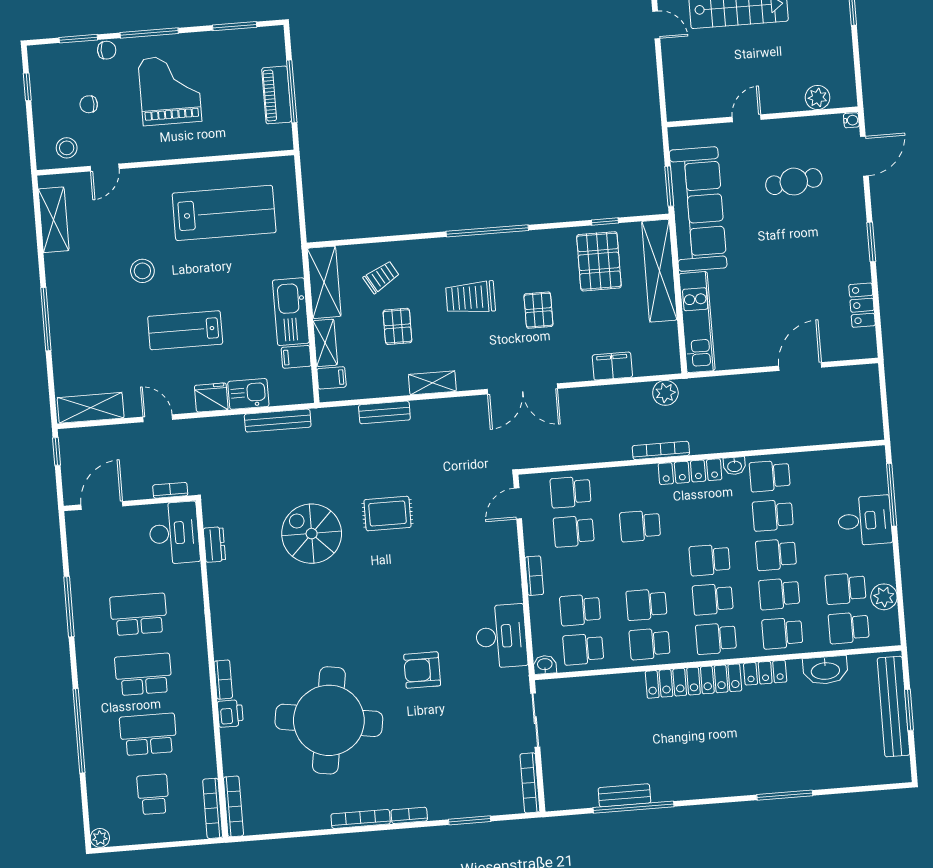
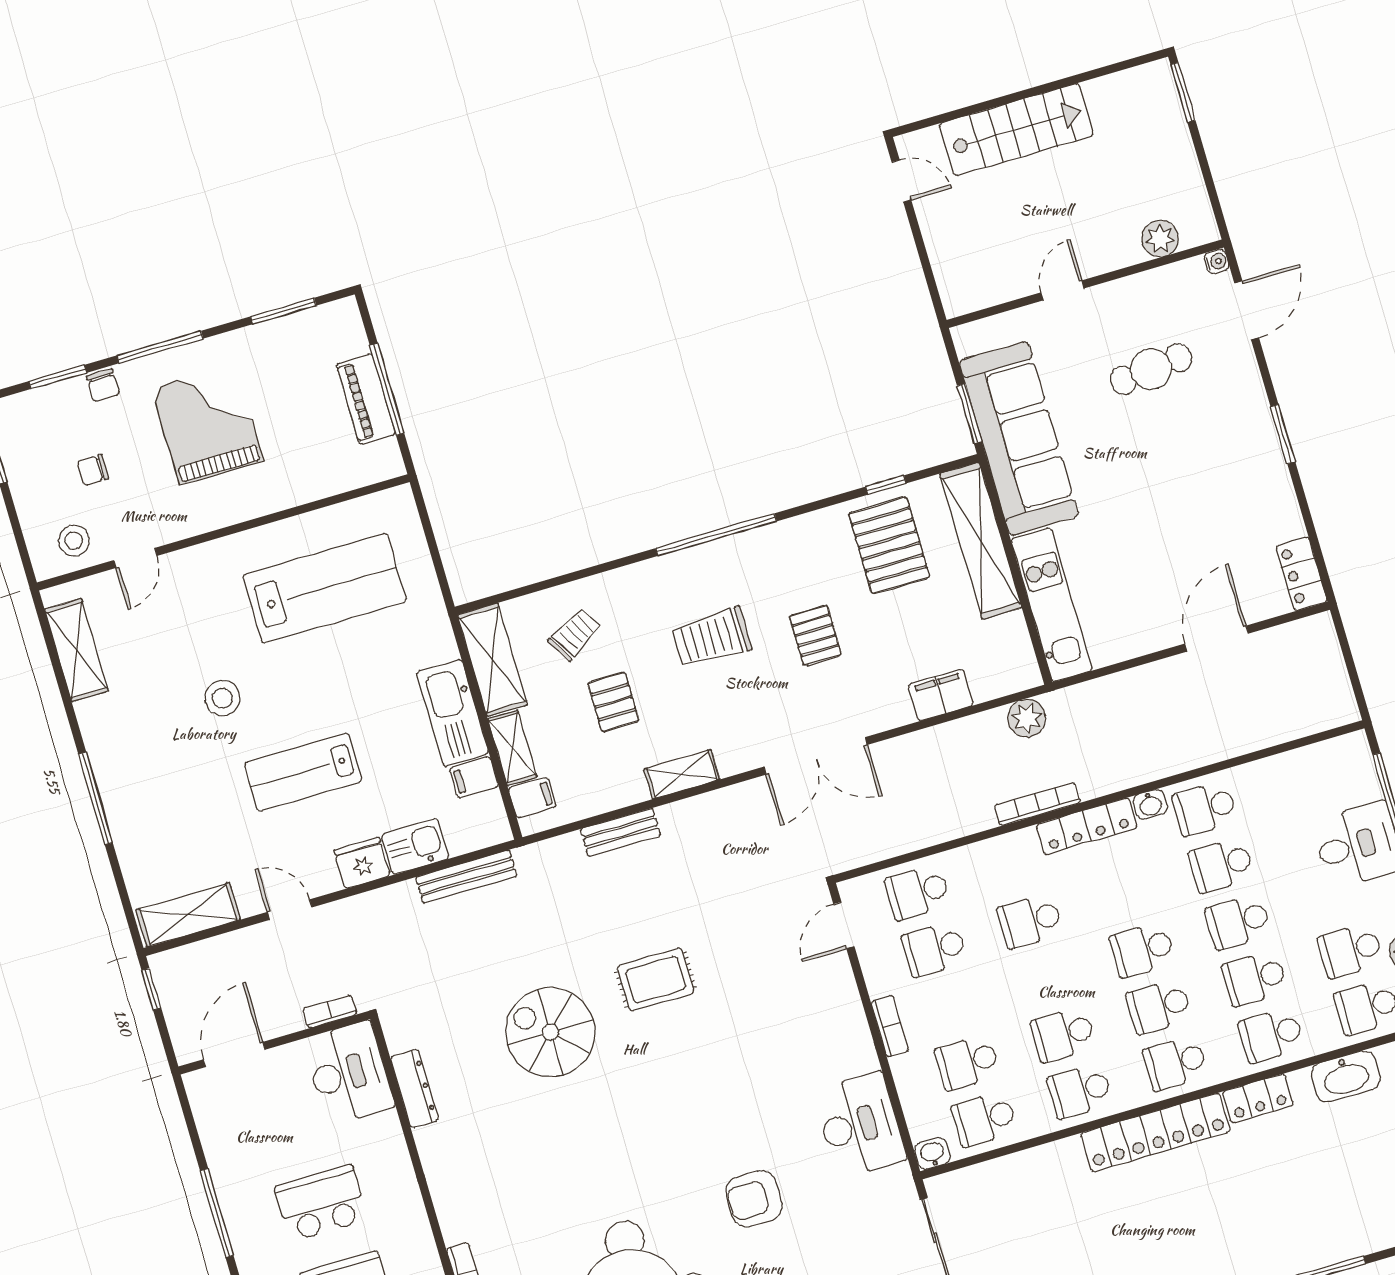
chair: (107, 50) -> (103, 385), turned 90
locker: (862, 305) -> (1301, 574), moved
dresser: (214, 545) -> (414, 1089), width x1.44

